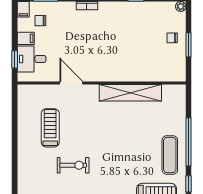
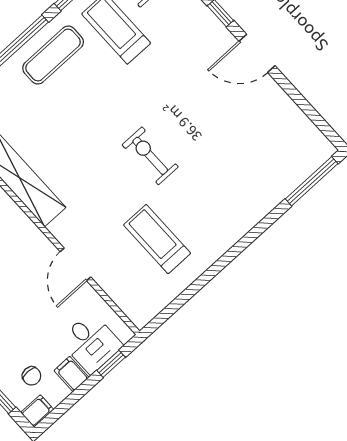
treadmill: (50, 128) -> (157, 239), turned 90
exercise bike: (73, 165) -> (150, 156), moved

